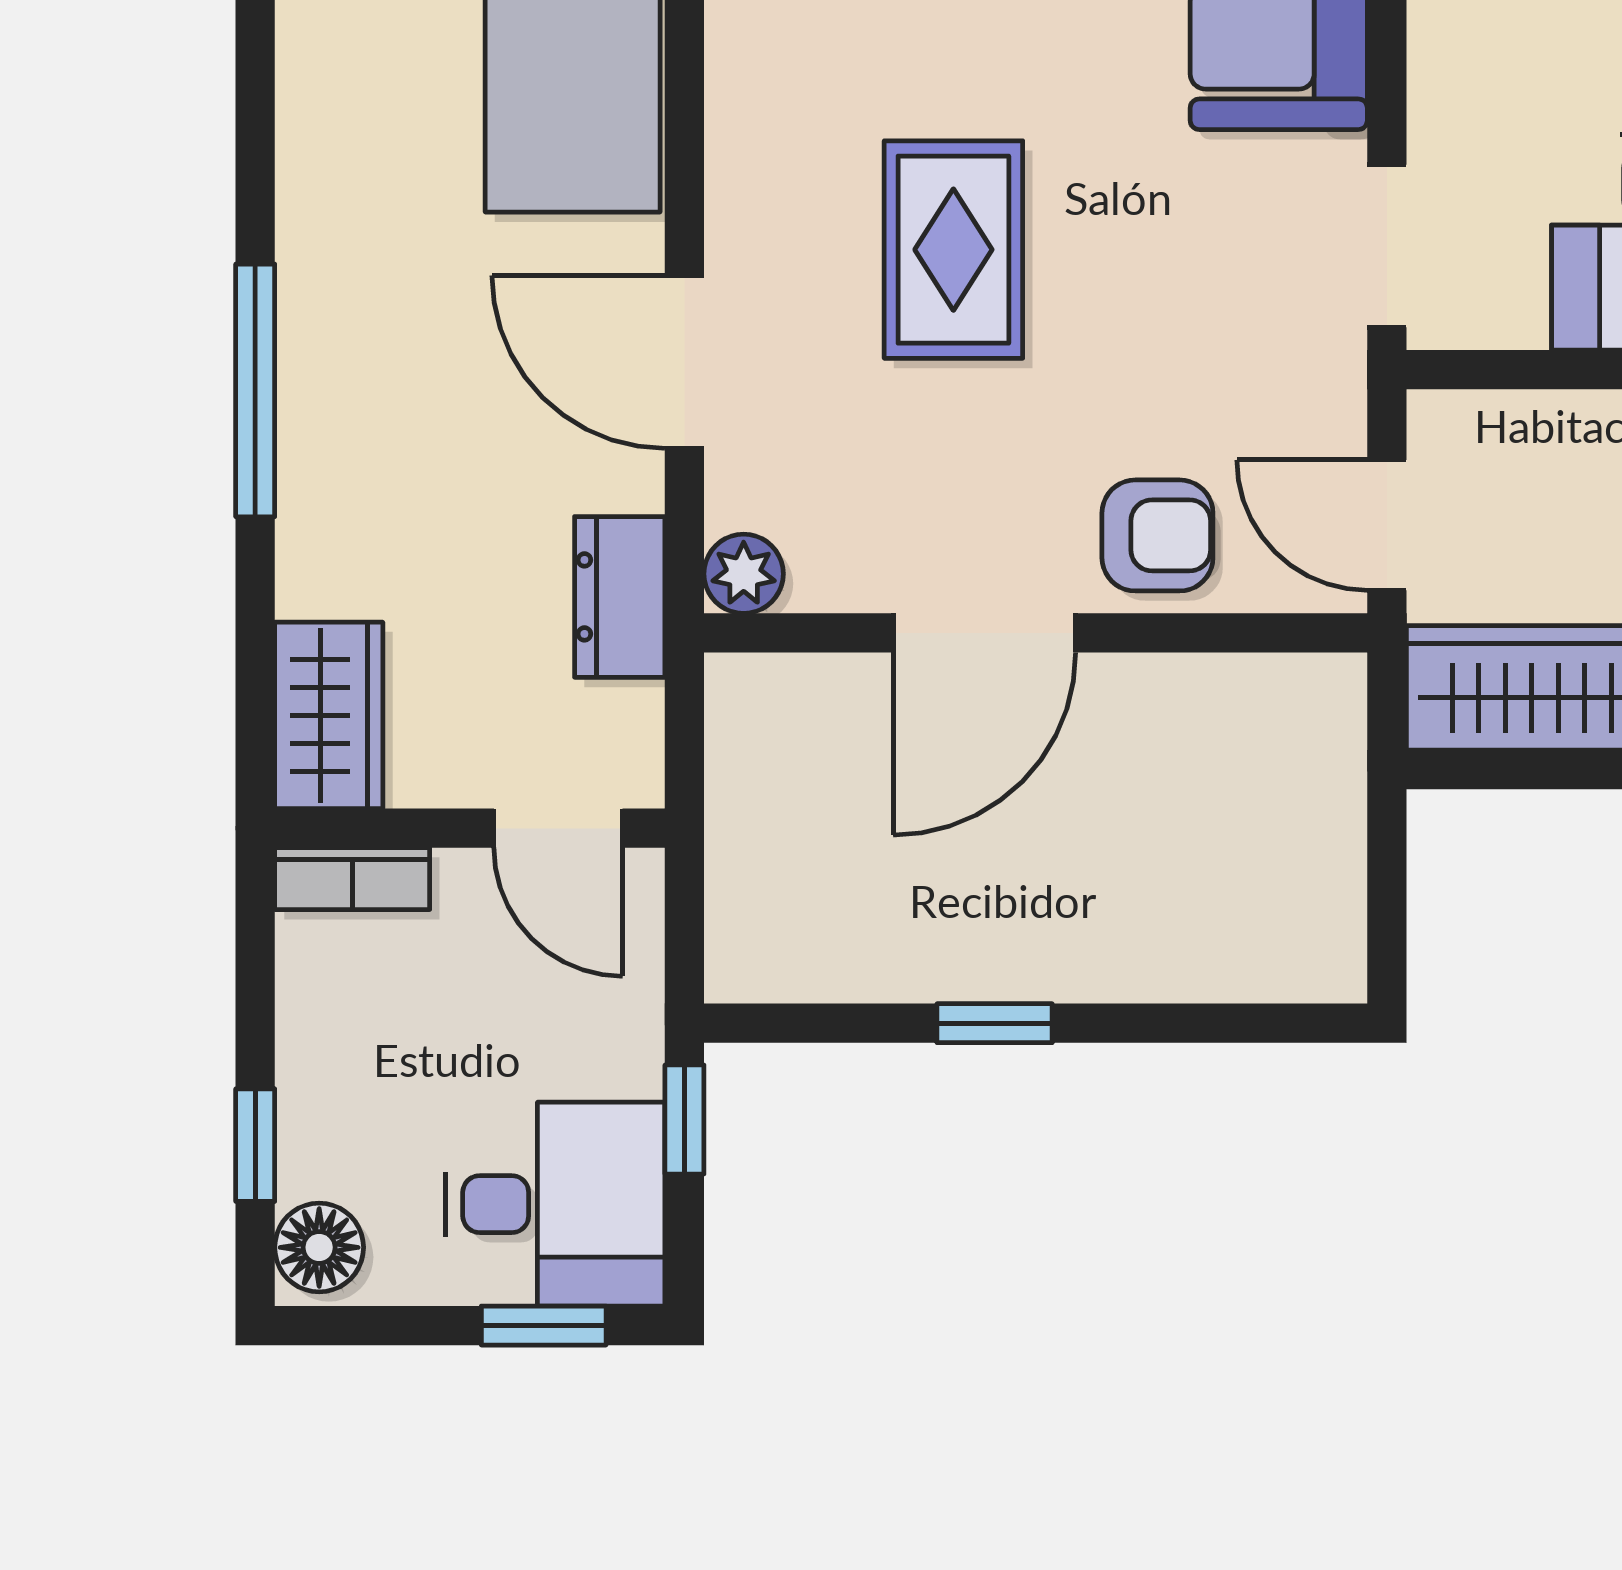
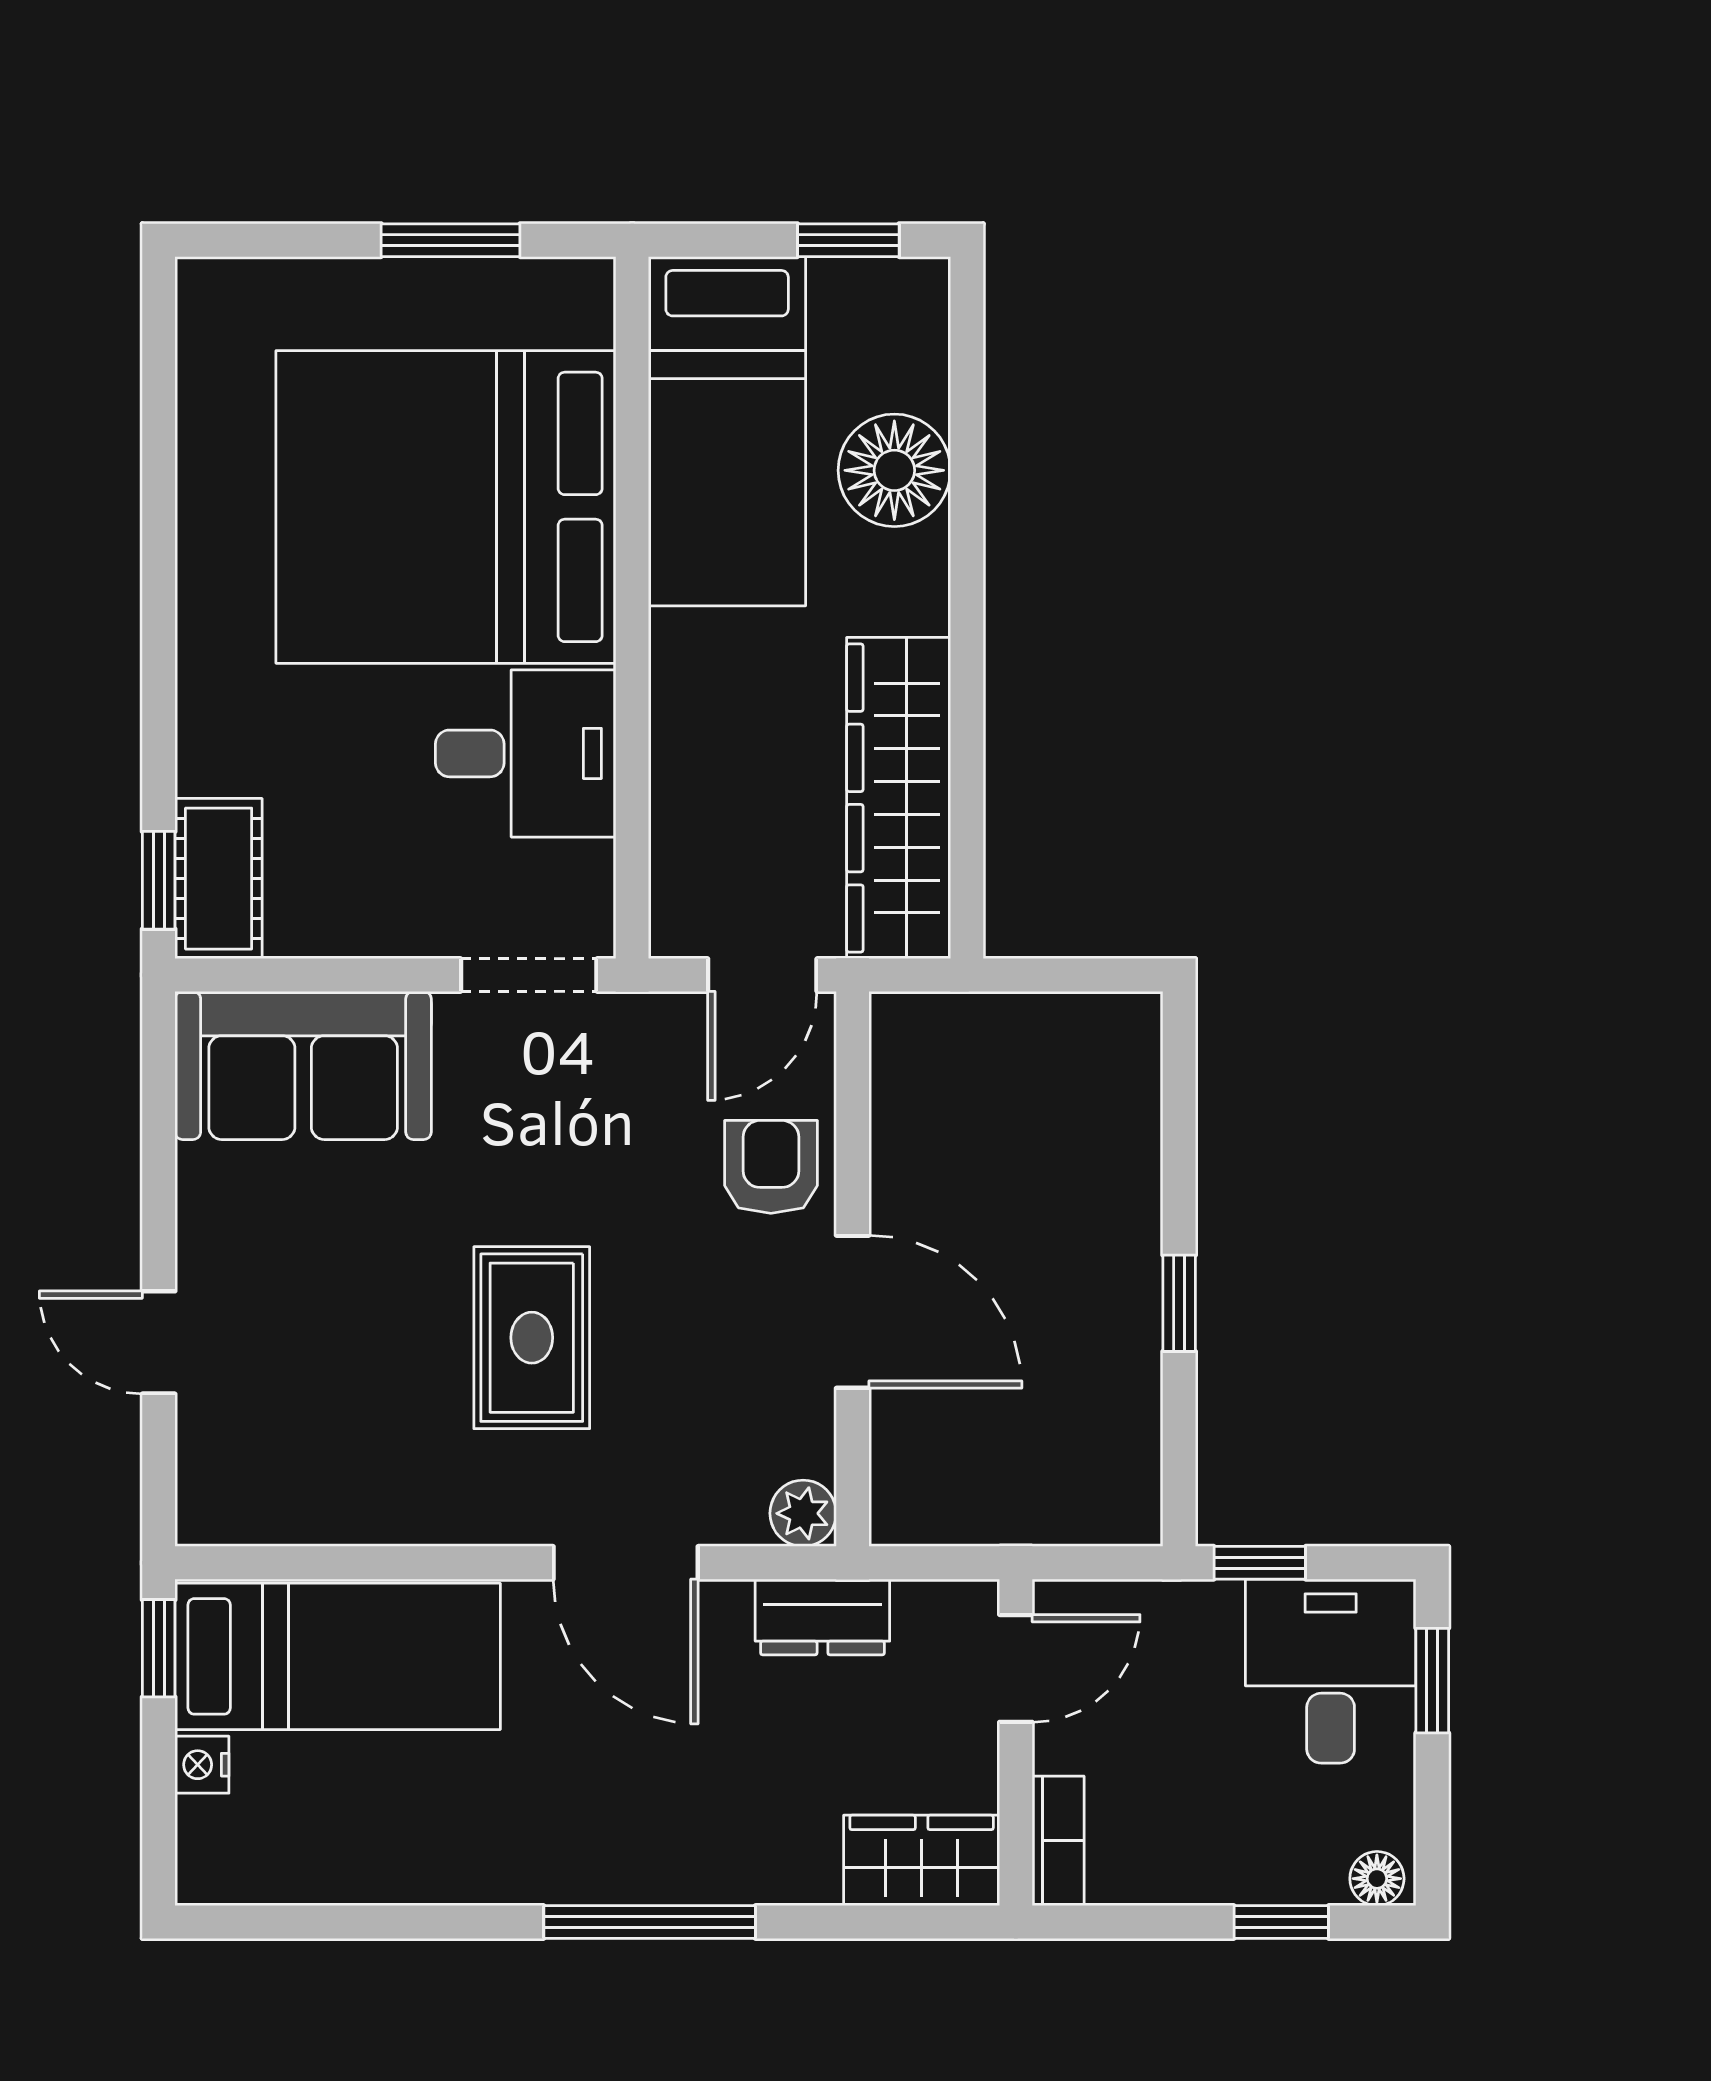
rug: (953, 250) -> (532, 1338), turned 90
door: (684, 362) -> (626, 1563), hinge flipped
floor lamp: (319, 1247) -> (1377, 1879), width x0.73, depth x0.73

